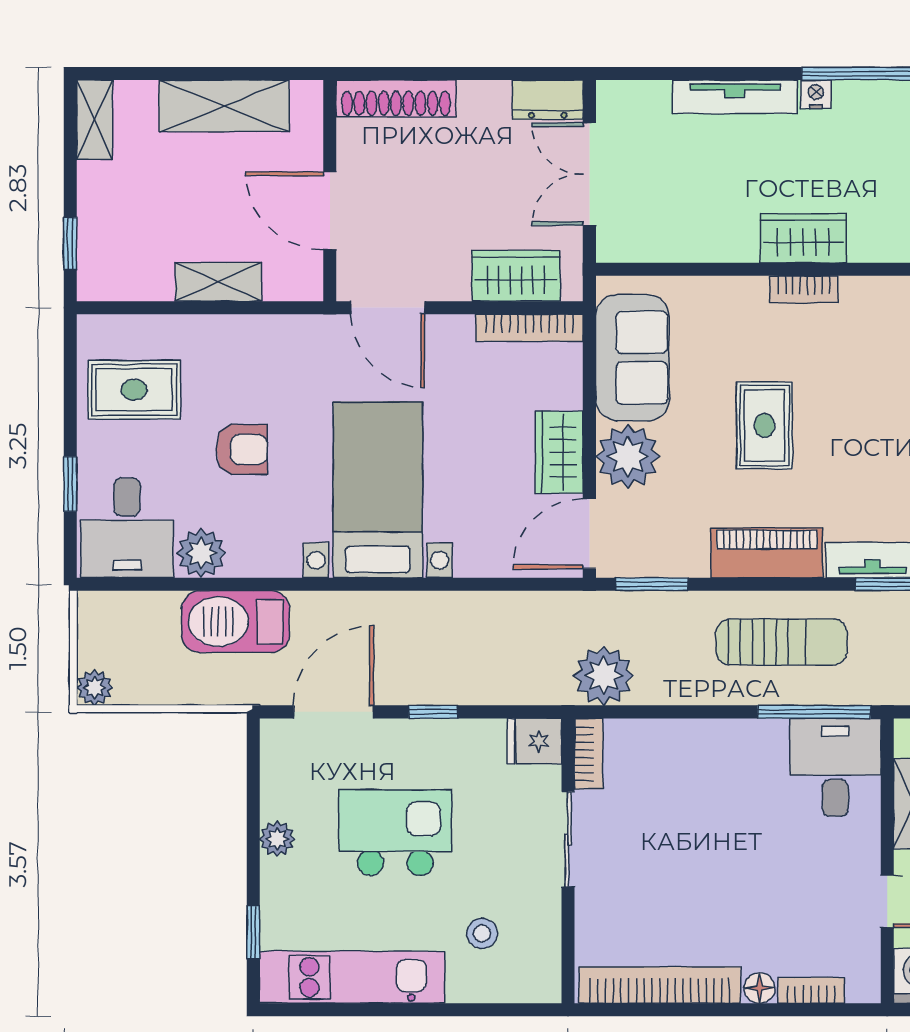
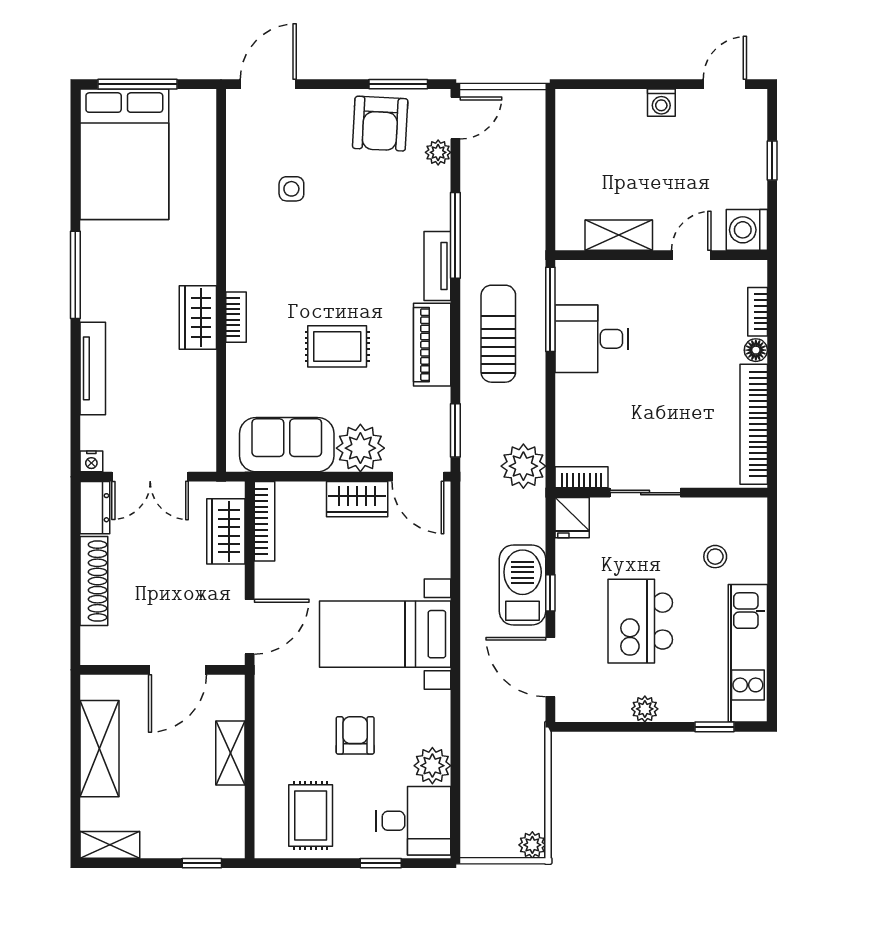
nightstand: (816, 94) -> (91, 461), moved, turned -90
shoe rack: (396, 98) -> (94, 581), moved
barbecue: (236, 622) -> (523, 585), moved, turned 180
desk: (835, 767) -> (592, 339), moved

